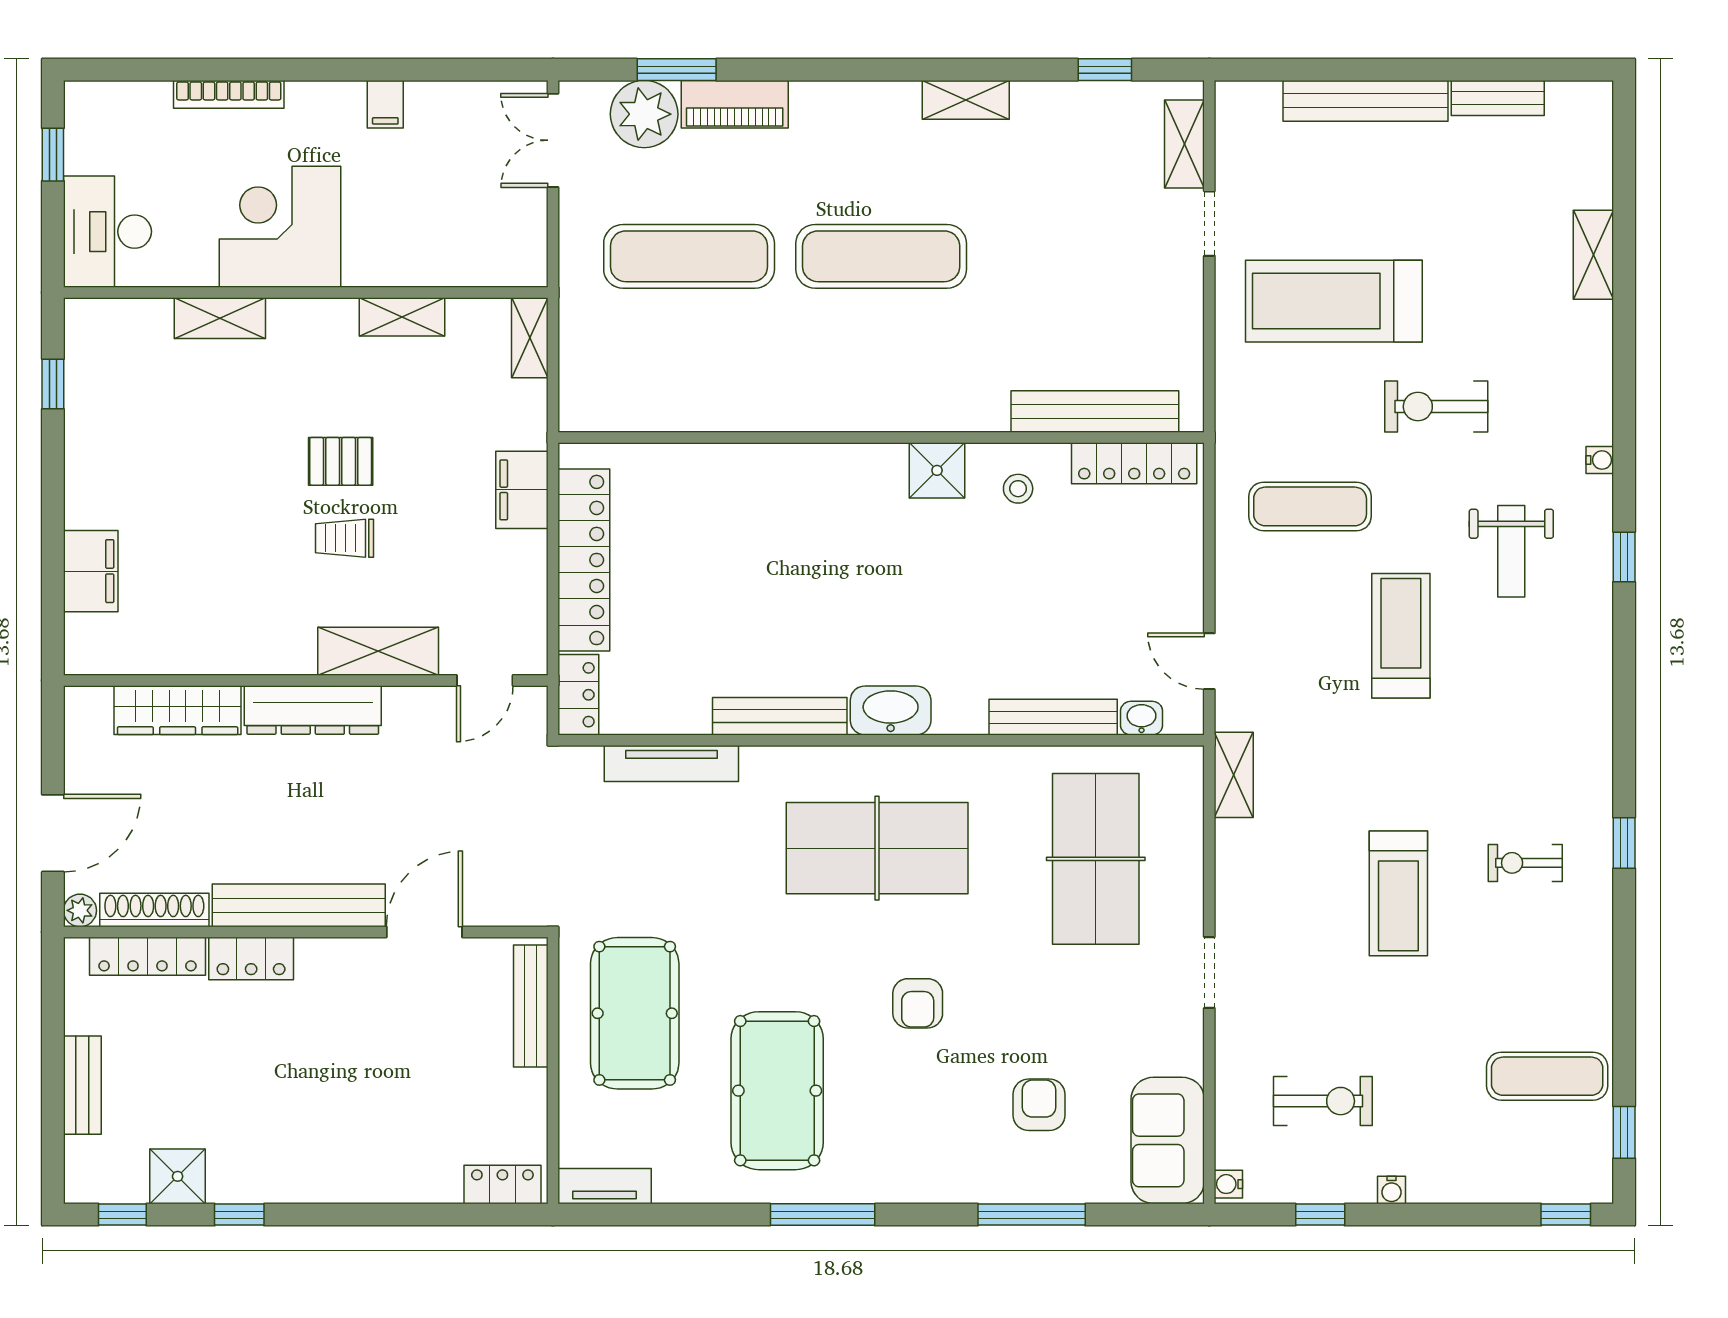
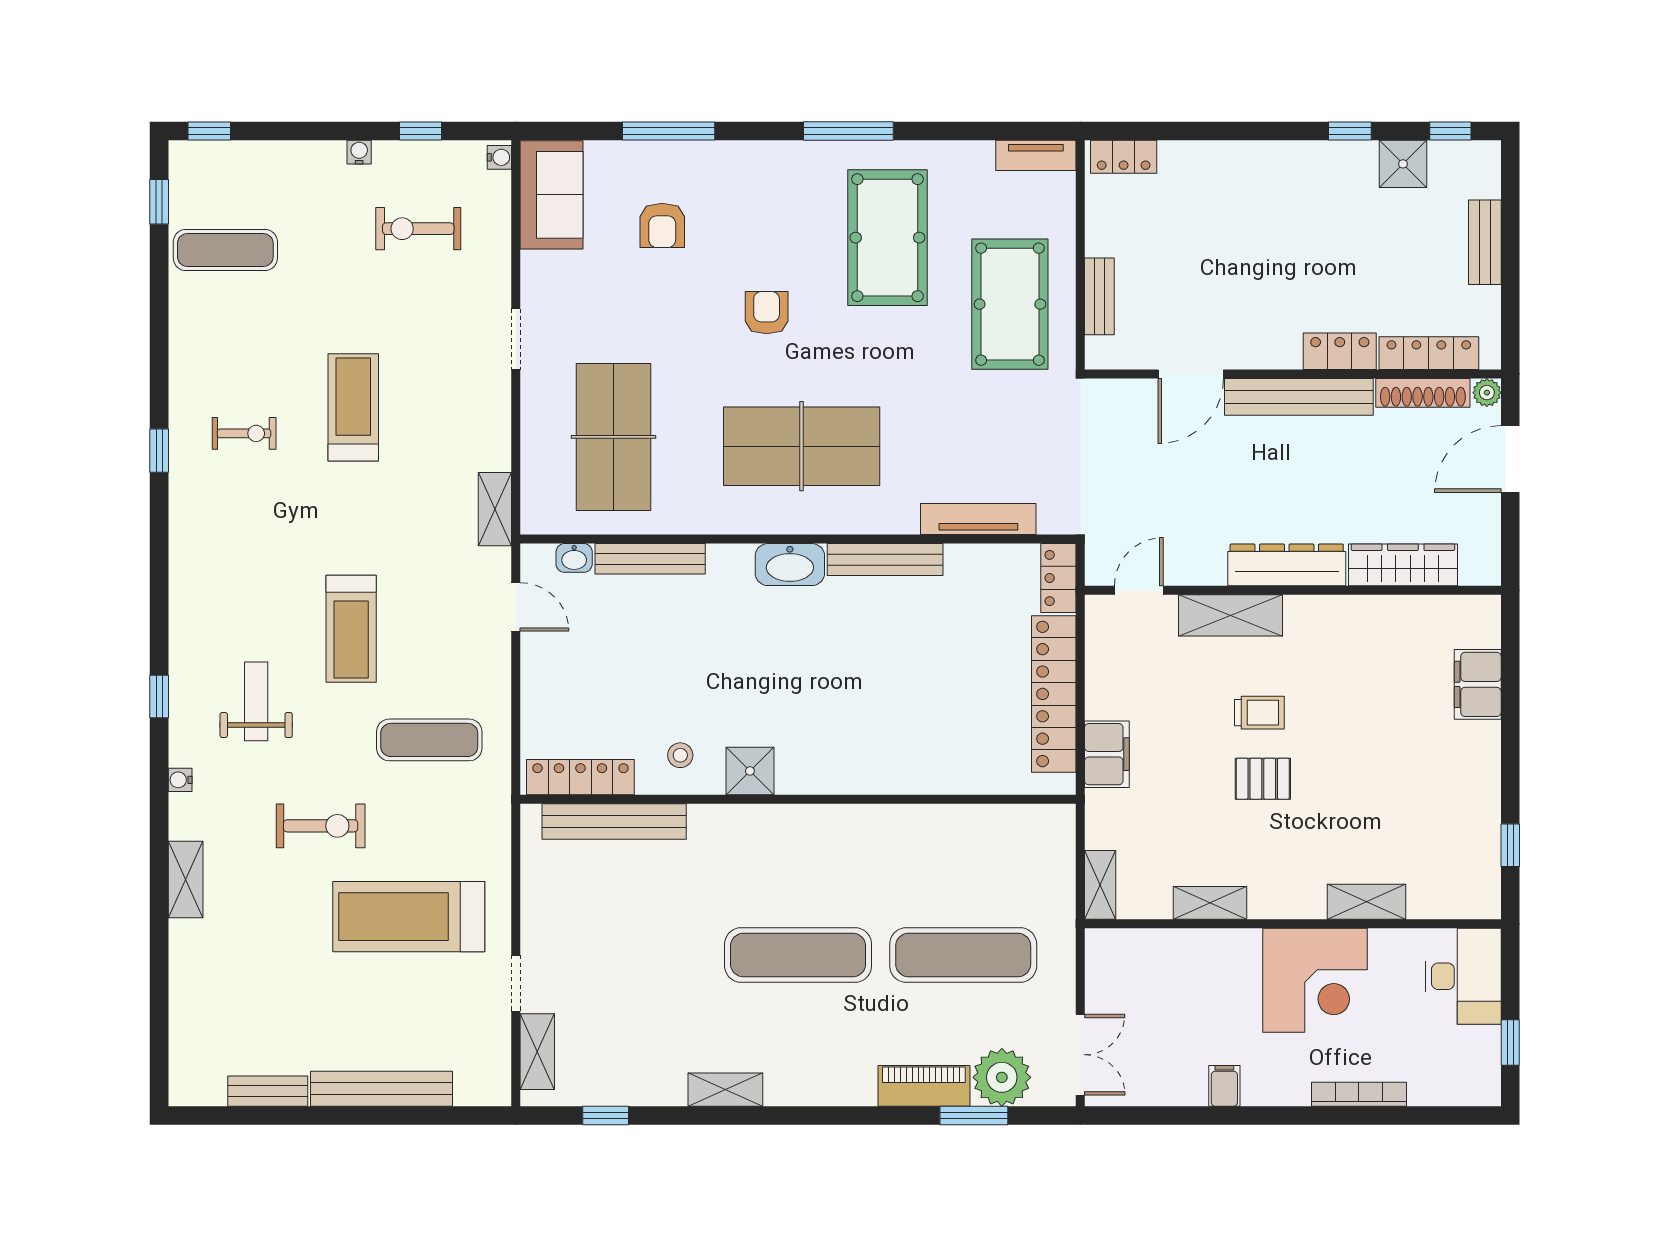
shelving: (1593, 255) -> (186, 880), moved
treadmill: (1334, 301) -> (409, 917), turned 180
bench: (531, 1006) -> (1099, 296), width x0.73

